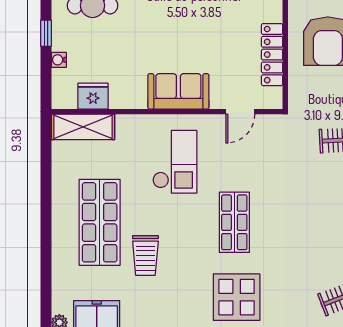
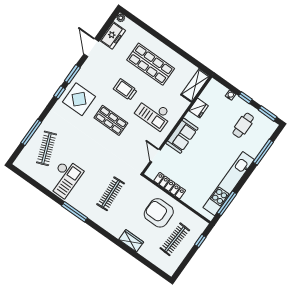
fridge: (93, 96) -> (199, 108), moved
trolley: (145, 255) -> (125, 90), moved

